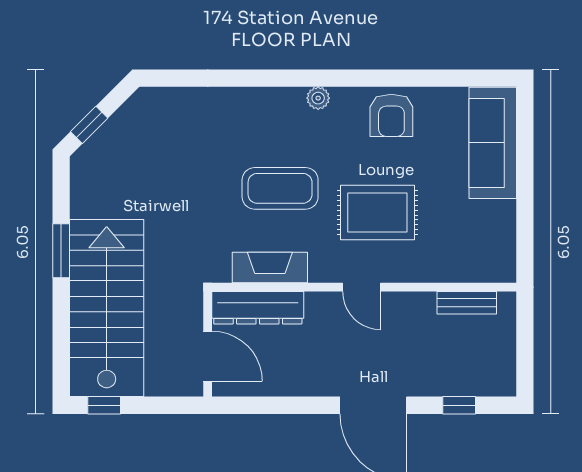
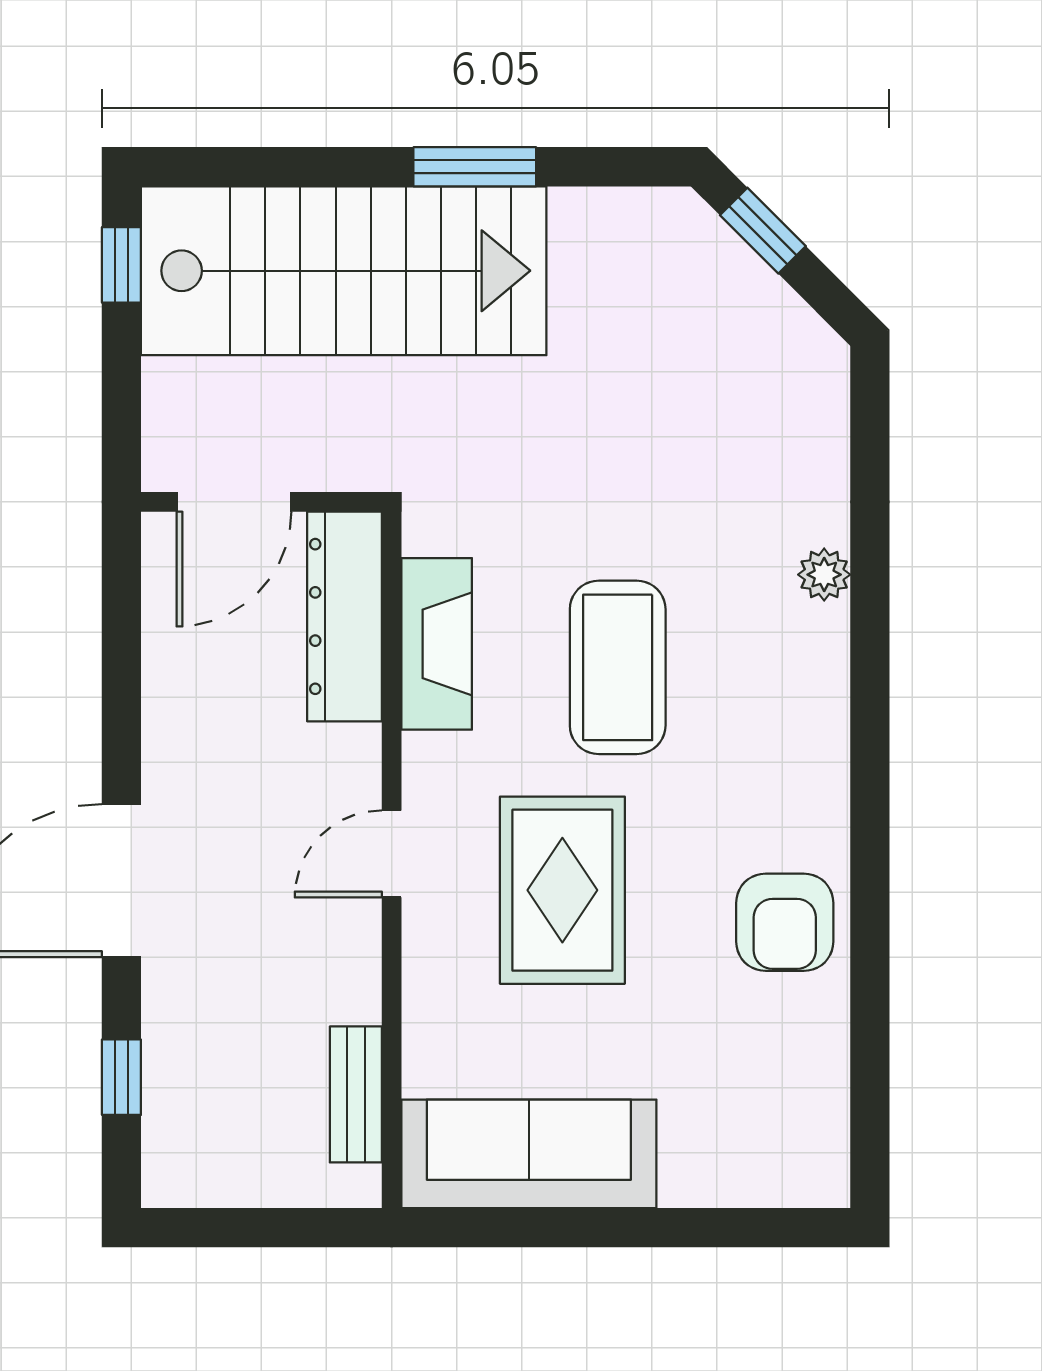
plant: (318, 98) -> (824, 575), moved
armchair: (391, 115) -> (785, 922), turned -90
sofa: (493, 143) -> (529, 1154), moved

